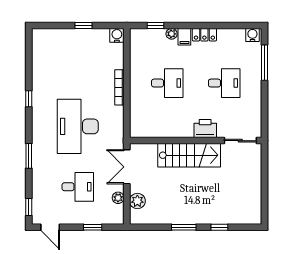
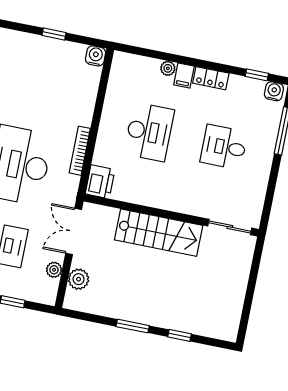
window: (155, 26) -> (257, 75), moved
desk: (167, 83) -> (149, 132), width x1.37
desk: (224, 83) -> (224, 147), turned 180
bookcase: (119, 87) -> (80, 151), moved
printer: (205, 129) -> (100, 182), moved, turned 90

